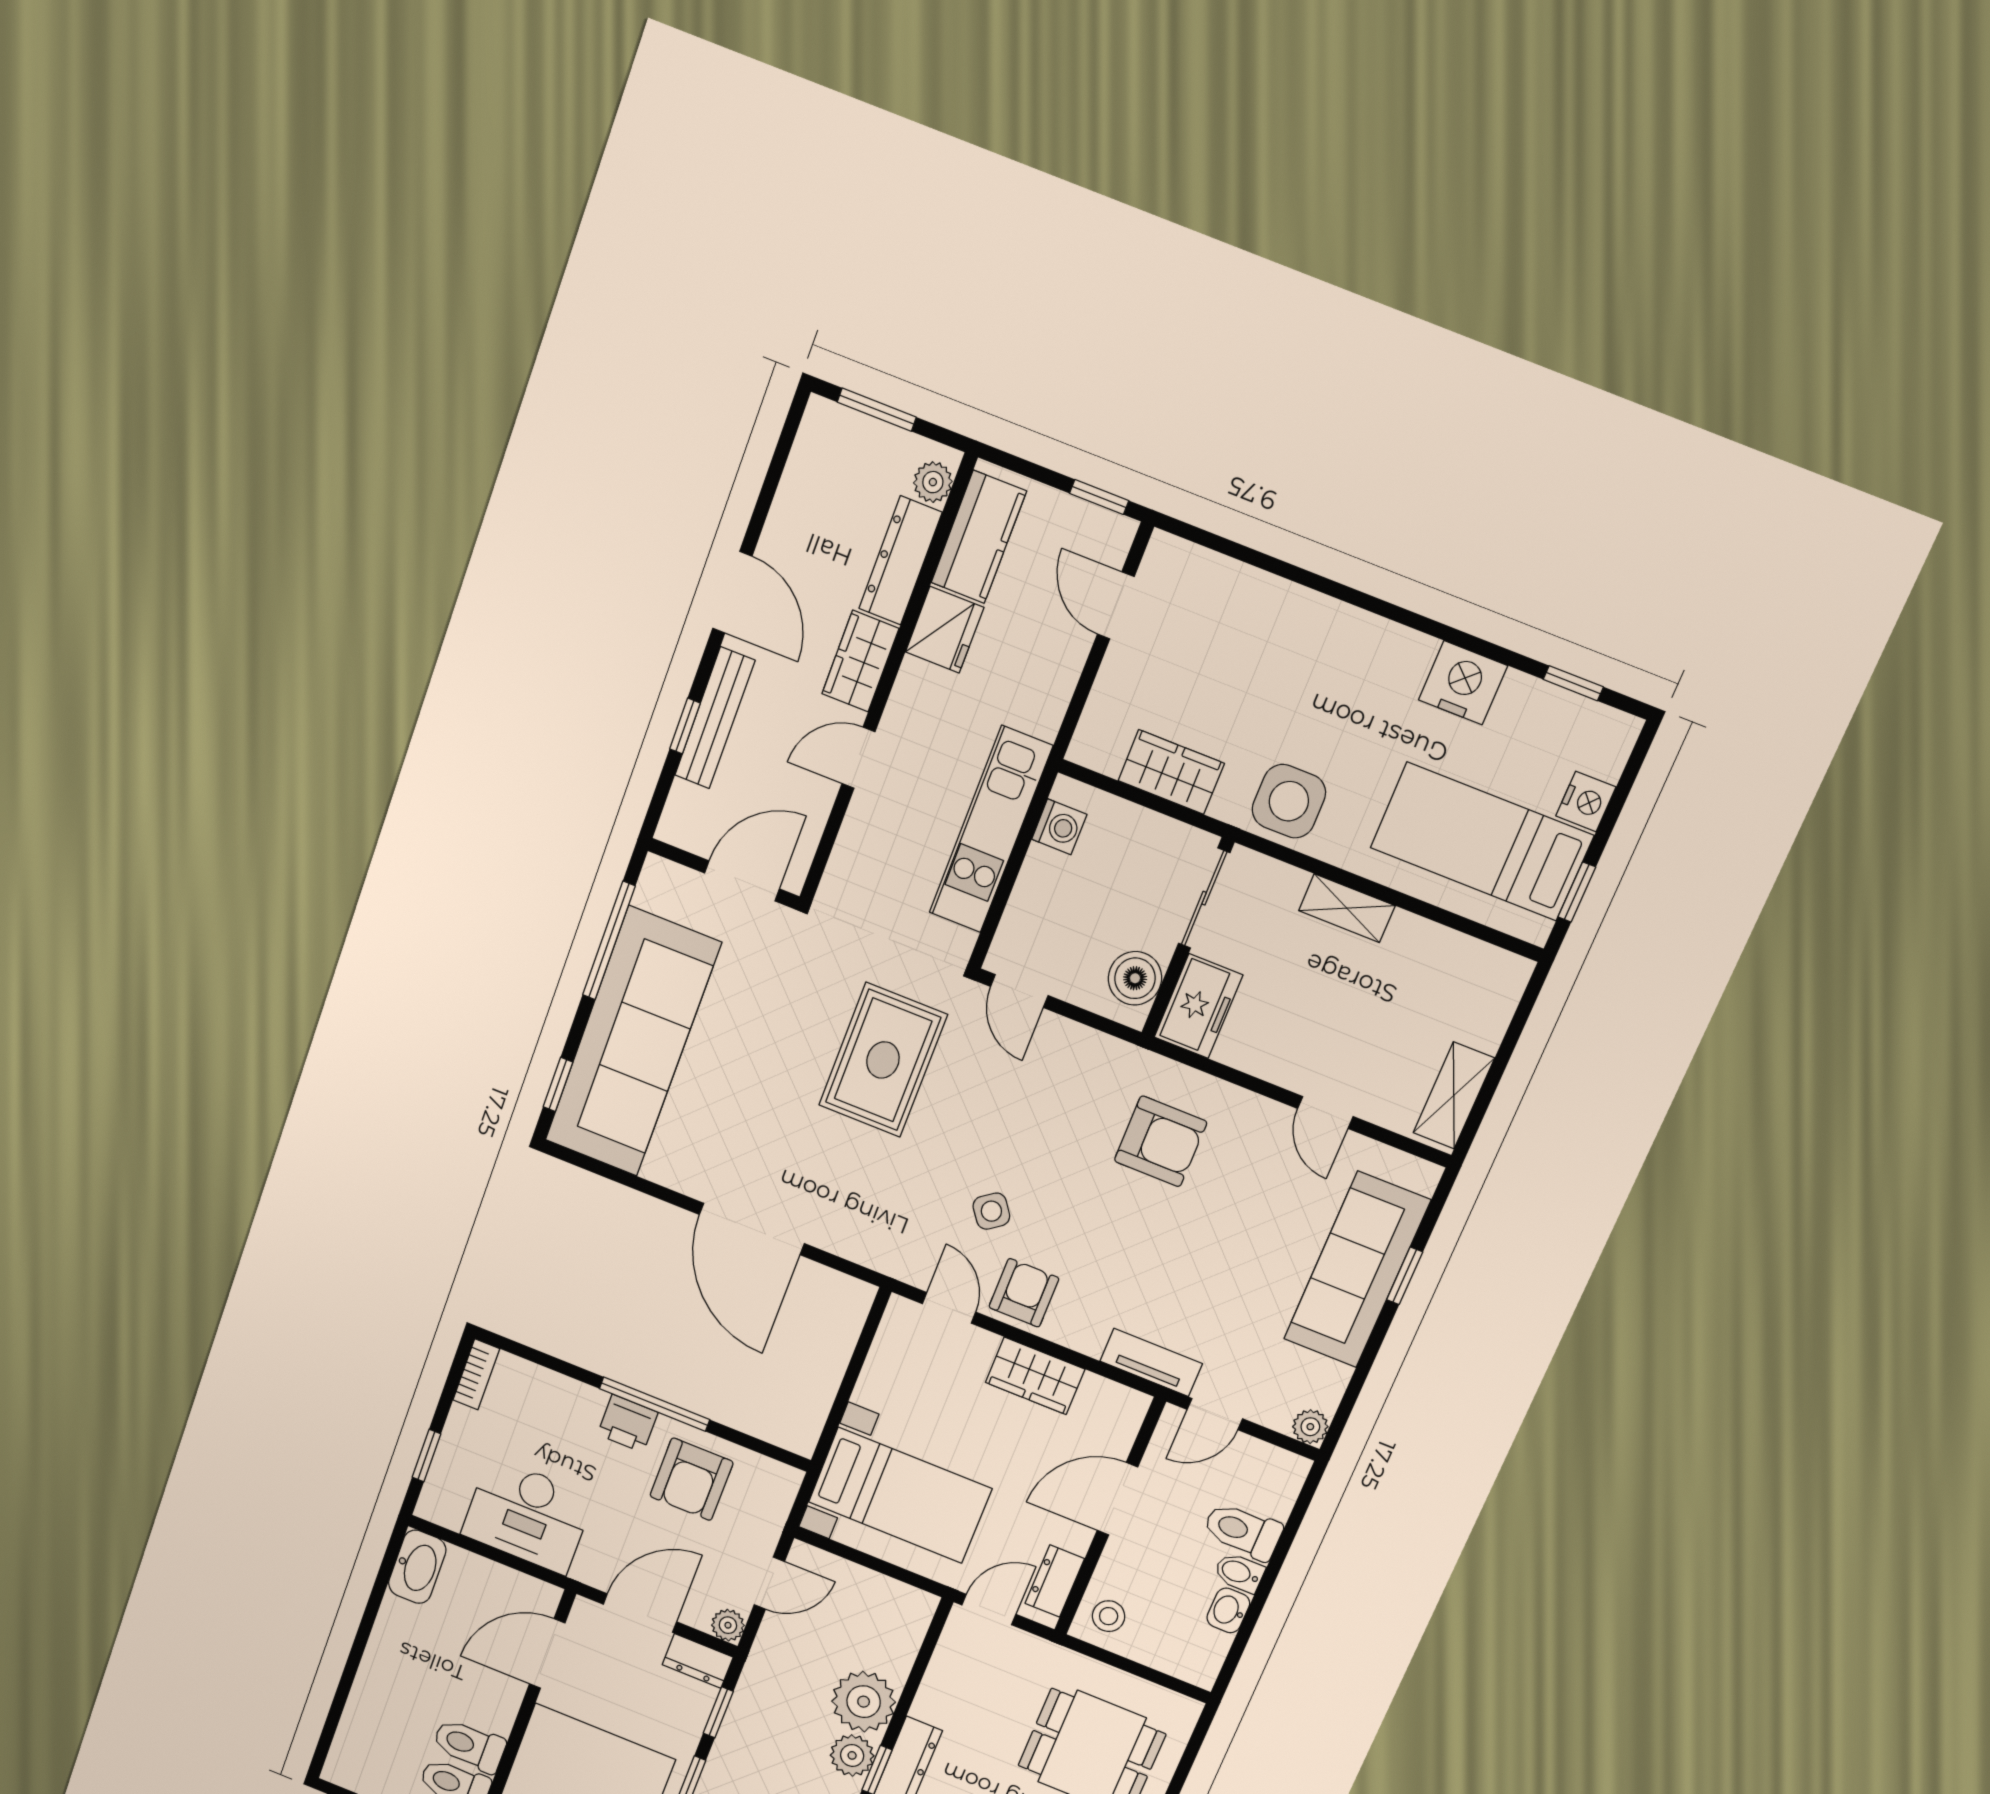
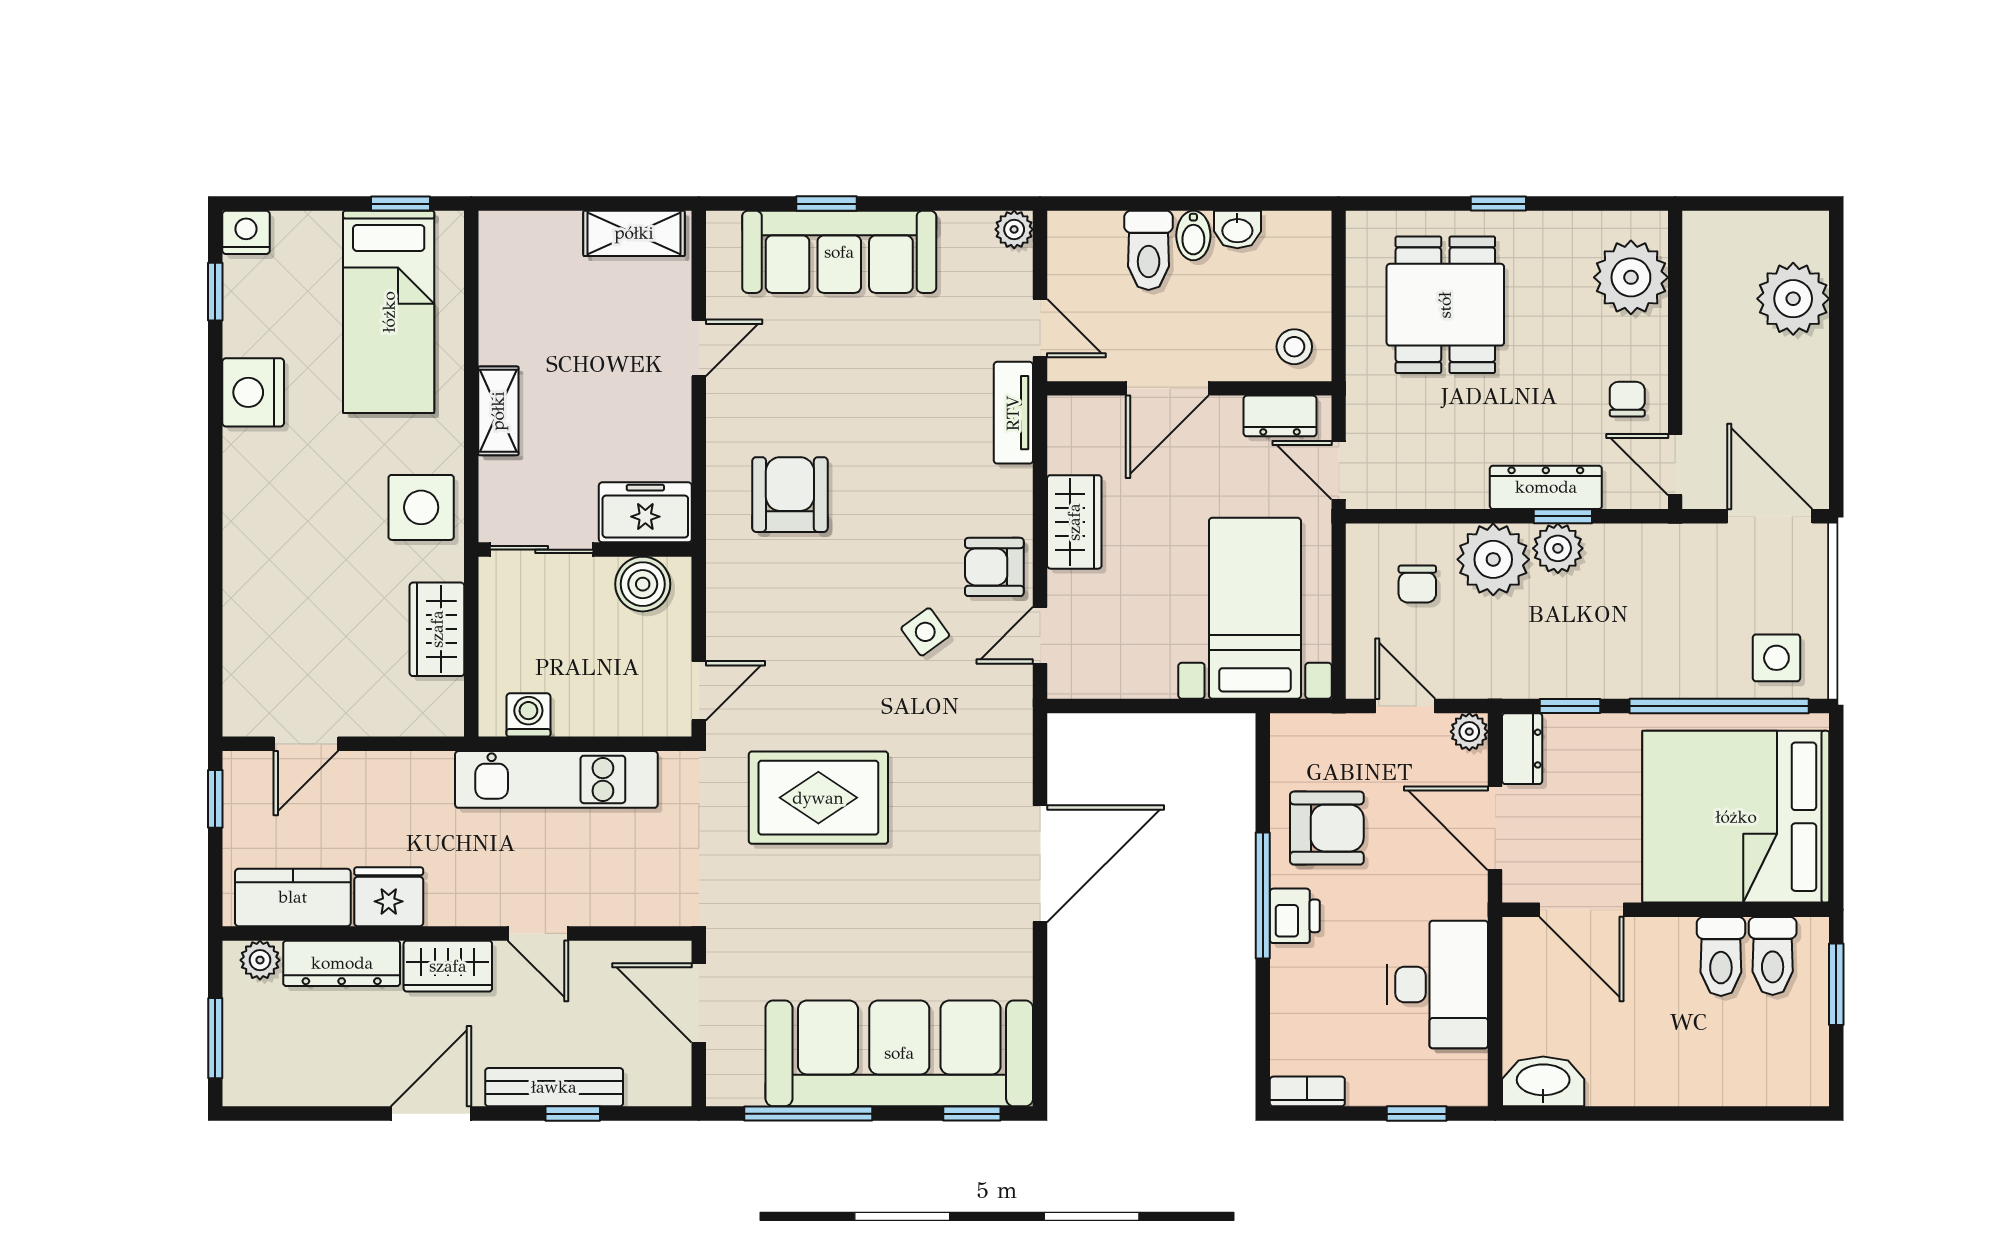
nightstand: (1586, 801) -> (246, 232), moved
door: (1117, 1499) -> (1167, 388), hinge flipped
chair: (867, 1634) -> (1417, 584), added

